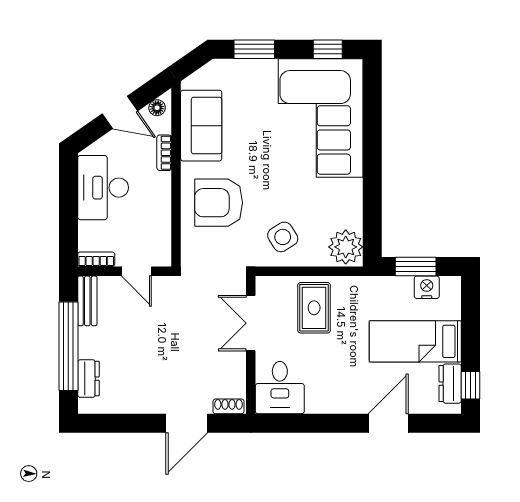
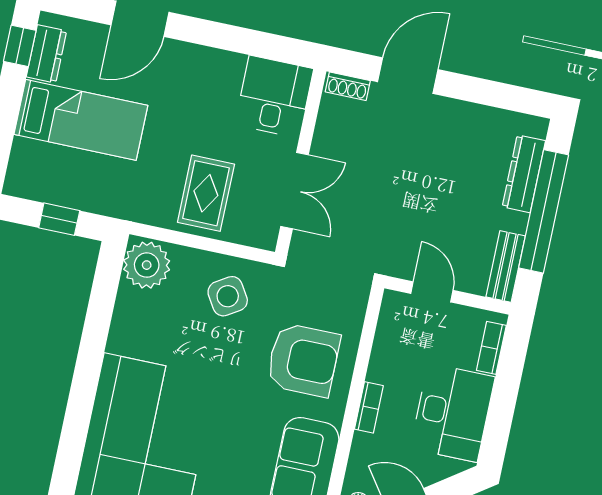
bookcase: (164, 153) -> (369, 407), moved
bookcase: (96, 259) -> (491, 348), moved, turned 90
window: (416, 267) -> (59, 219), width x0.67
nightstand: (427, 287) -> (50, 189), removed
dresser: (88, 379) -> (524, 174), width x1.44

